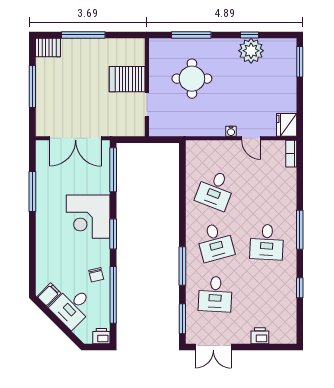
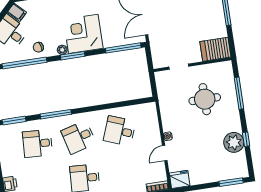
server rack: (127, 79) -> (215, 49), moved, turned -90
plant: (104, 246) -> (62, 50), added

